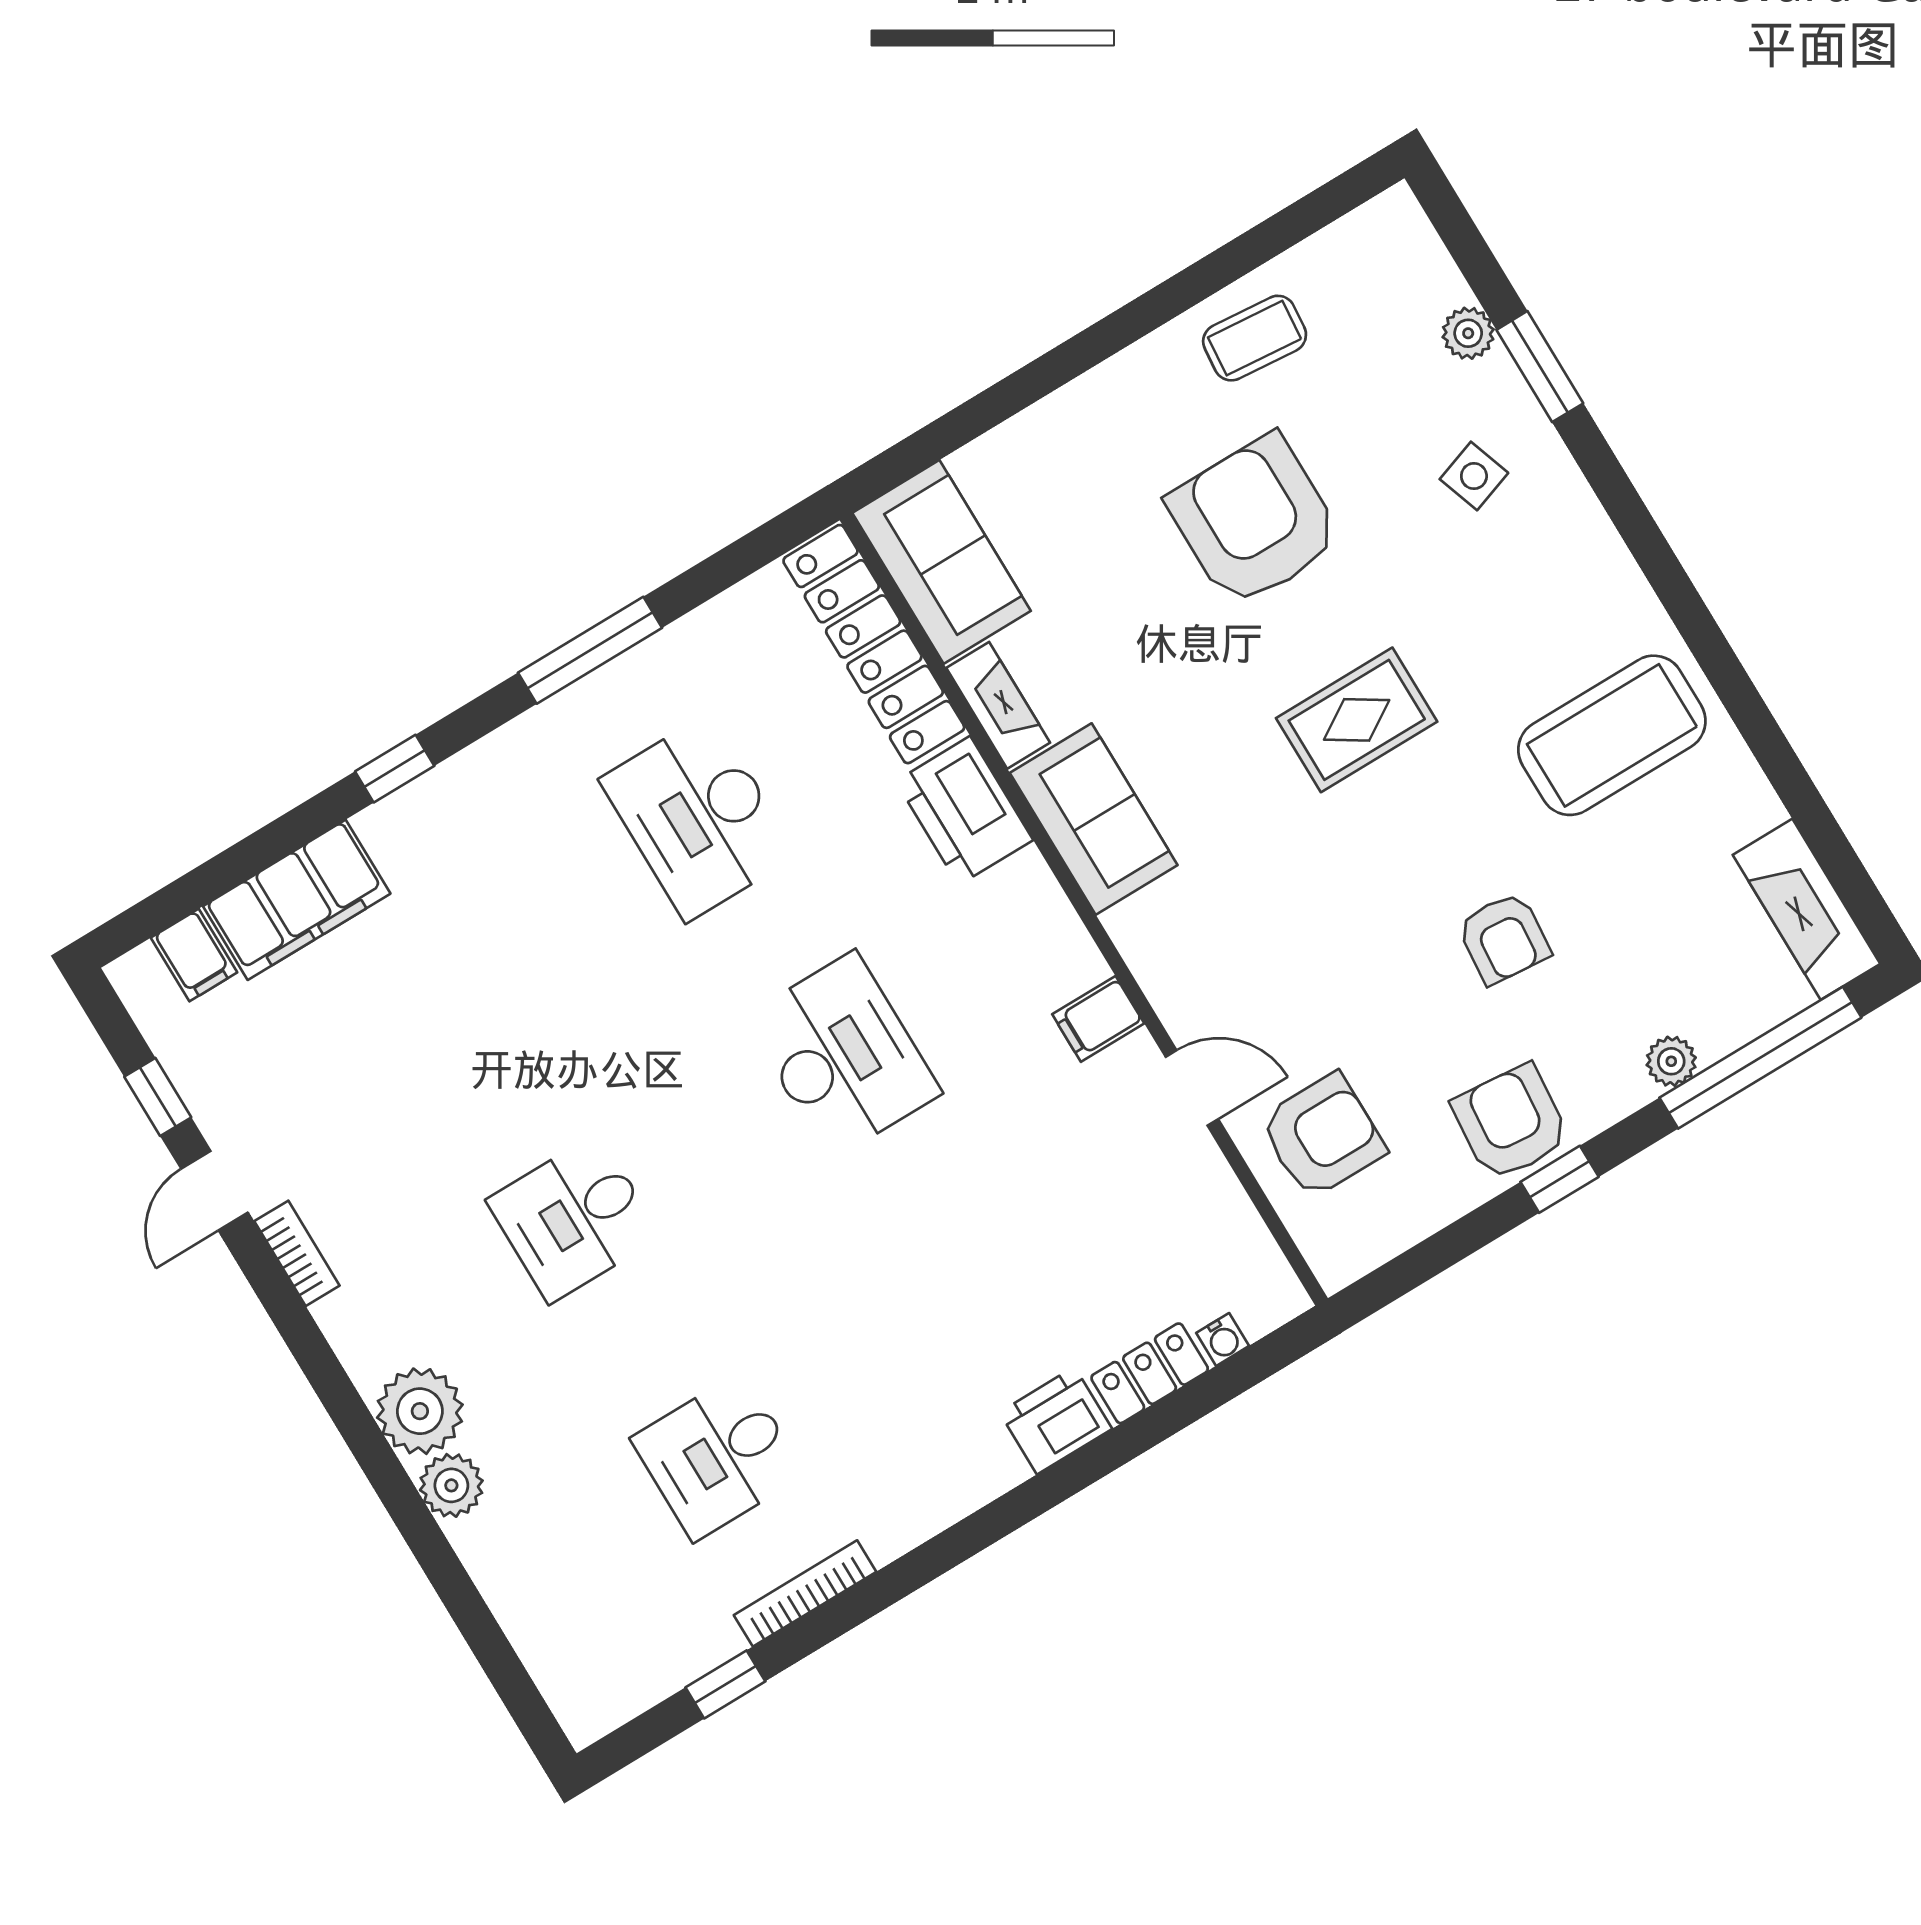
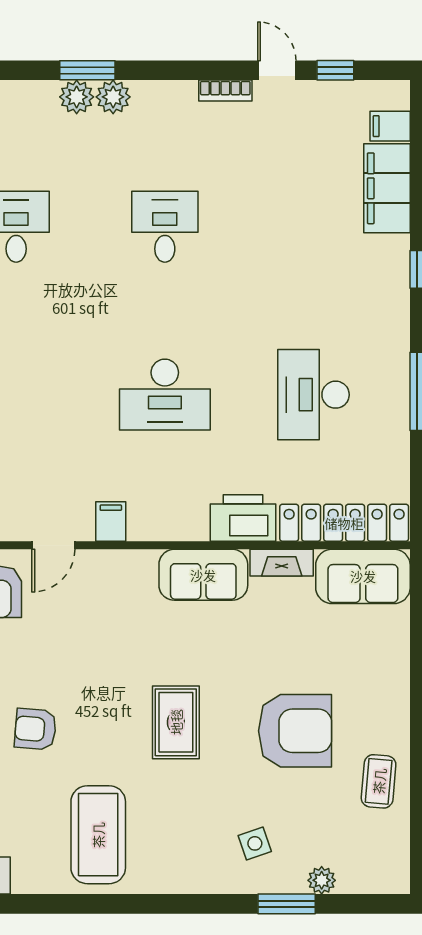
desk: (698, 817) -> (314, 395), turned -90
plant: (420, 1411) -> (113, 97), width x0.73, depth x0.73
window: (398, 1494) -> (87, 70), added

